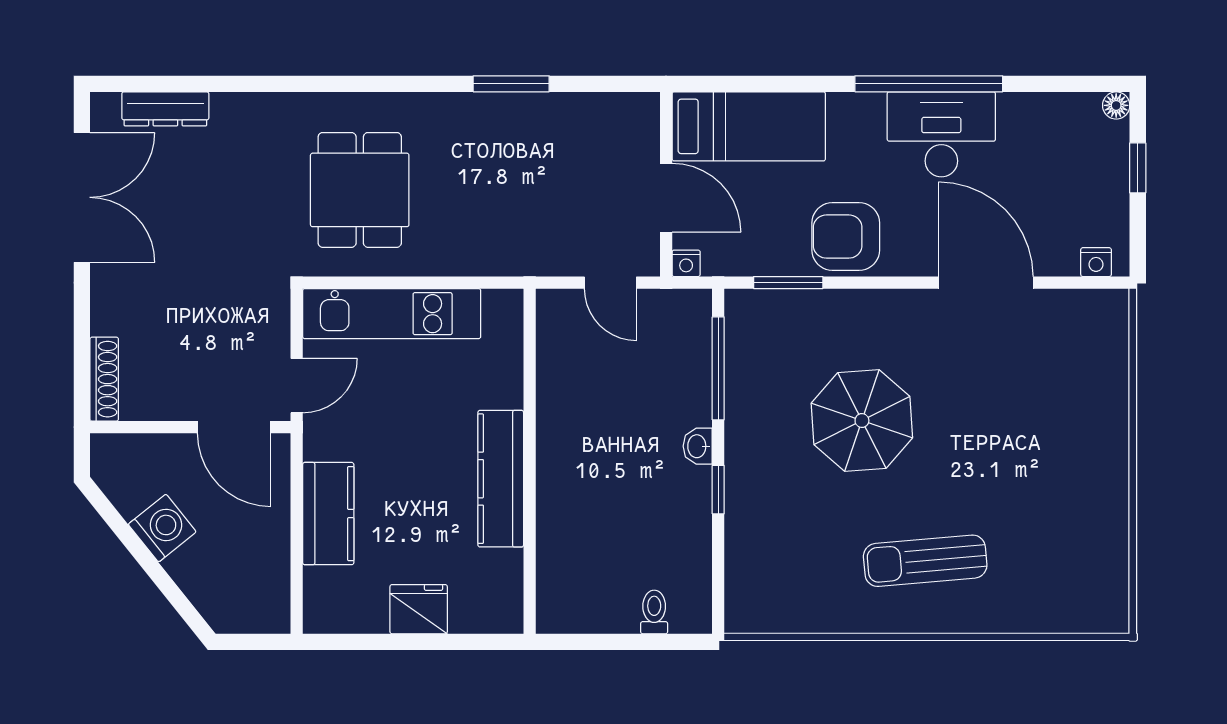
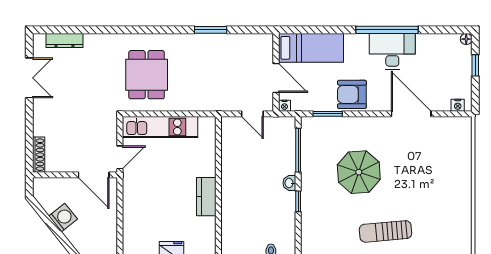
double door: (82, 197) -> (29, 78), width x0.73
kitchen counter: (501, 479) -> (206, 197), width x0.67
kitchen counter: (328, 514) -> (133, 211), removed

